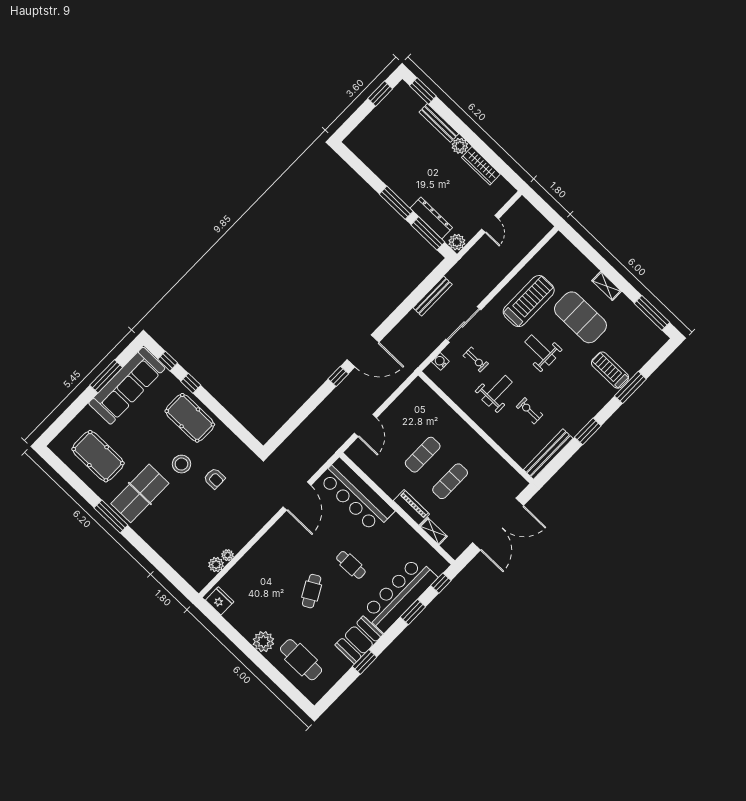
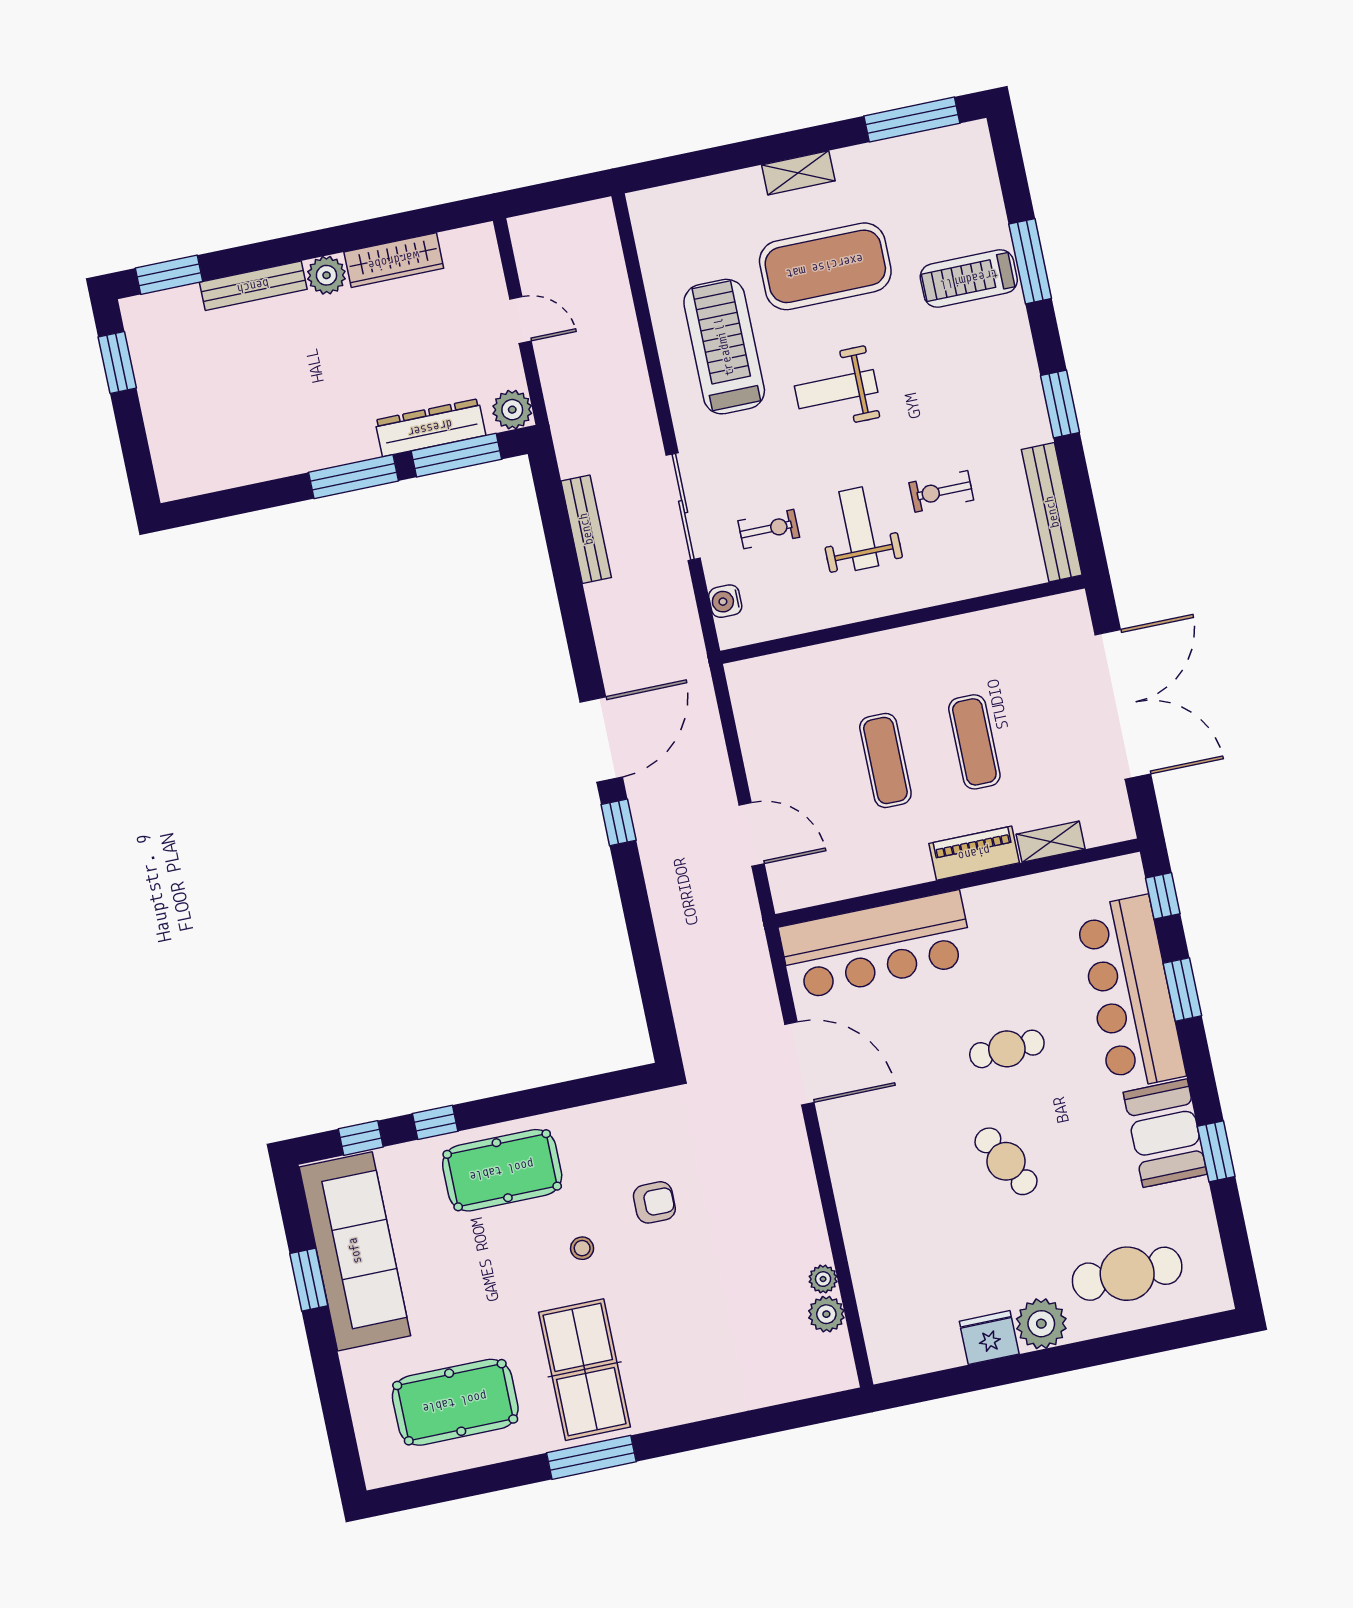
window: (106, 376) -> (309, 1280), width x0.69
stool: (181, 464) -> (582, 1248), width x0.53, depth x0.53
fridge: (220, 601) -> (989, 1338), moved

